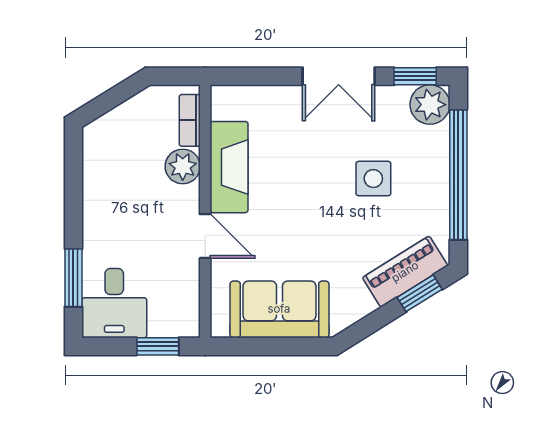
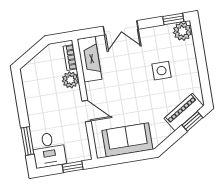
double door: (339, 76) -> (121, 28), moved
fireplace: (229, 167) -> (90, 59), moved
window: (458, 175) -> (201, 62), removed

